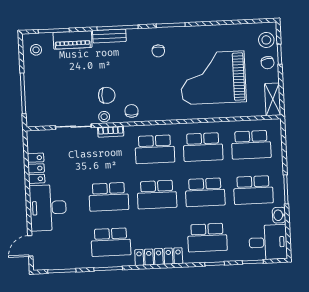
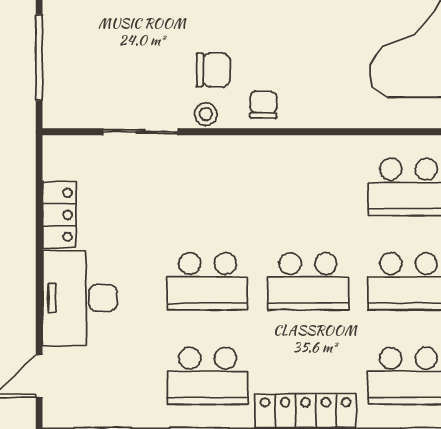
bookcase: (111, 132) -> (218, 146), removed
school desk: (155, 149) -> (308, 187), removed

